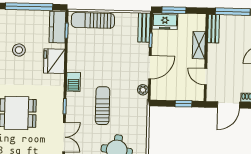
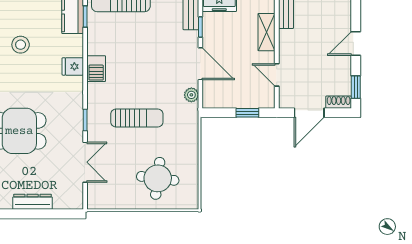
fridge: (54, 61) -> (73, 66), width x0.53, depth x0.75
door: (150, 67) -> (200, 64), hinge flipped
barbecue: (73, 82) -> (96, 69), moved
sun lounger: (103, 106) -> (137, 118), turned 90

